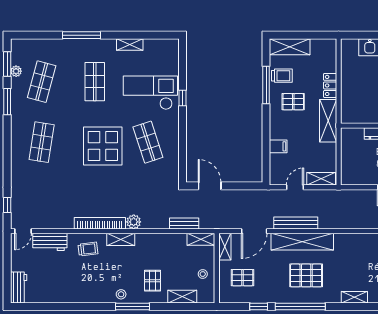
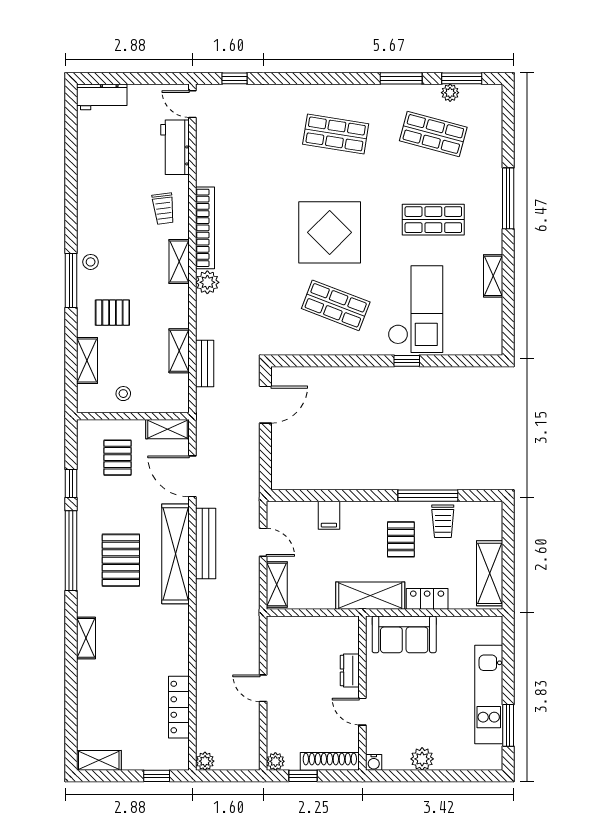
shelving: (290, 47) -> (490, 573), moved
sofa: (352, 100) -> (404, 634), added
shop shelf: (148, 142) -> (336, 305), turned 39
shelving: (201, 239) -> (179, 351), moved

